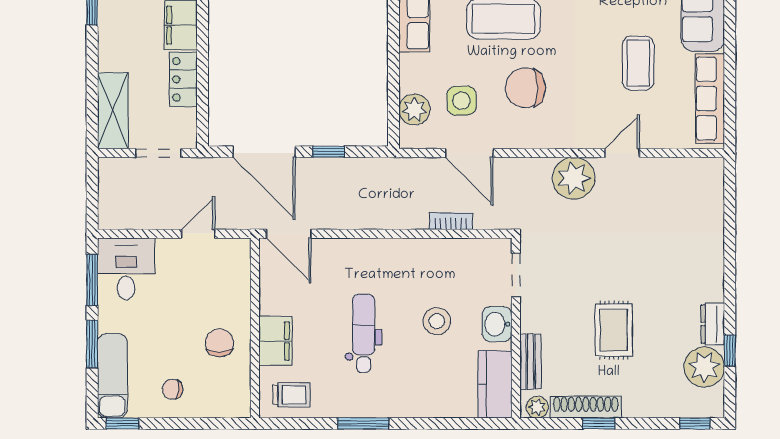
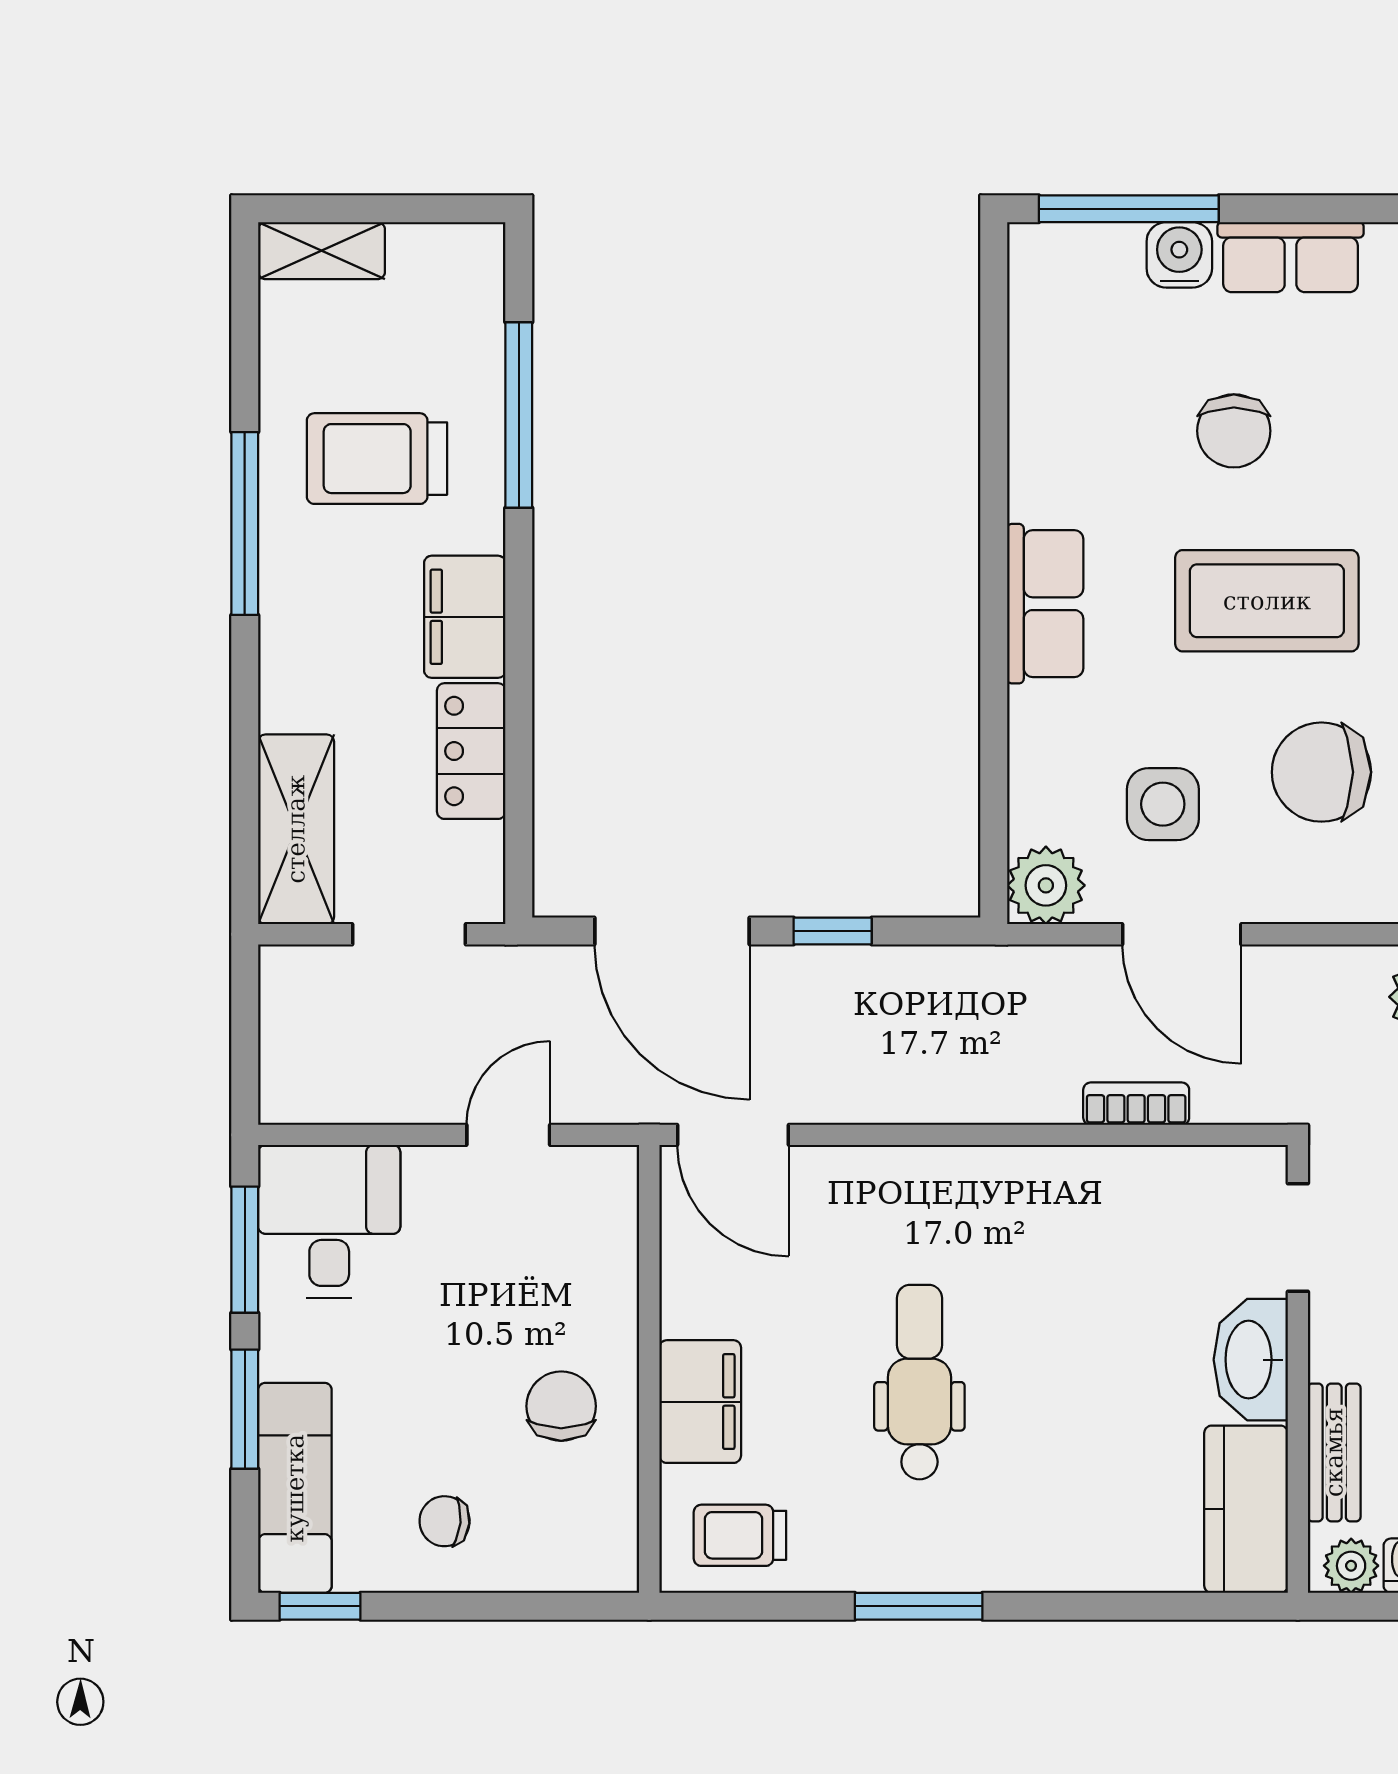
plant: (414, 110) -> (1046, 885), moved
stool: (437, 321) -> (1101, 1352), removed
washbasin: (497, 324) -> (1251, 1360), width x1.38
trolley: (291, 395) -> (740, 1535), turned 180

